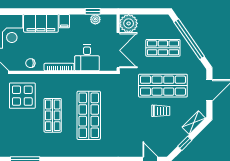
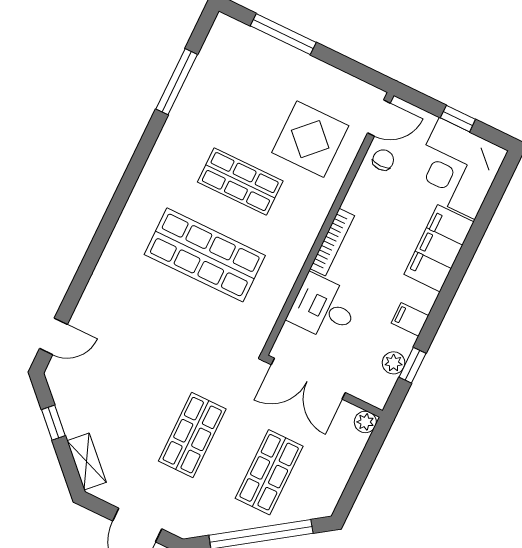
filing cabinet: (64, 21) -> (410, 319), moved
plant: (129, 23) -> (365, 422), width x0.53, depth x0.53
chair: (30, 63) -> (383, 160), moved
shop shelf: (163, 86) -> (192, 435), width x0.70, depth x0.74
trolley: (161, 111) -> (143, 406), removed

